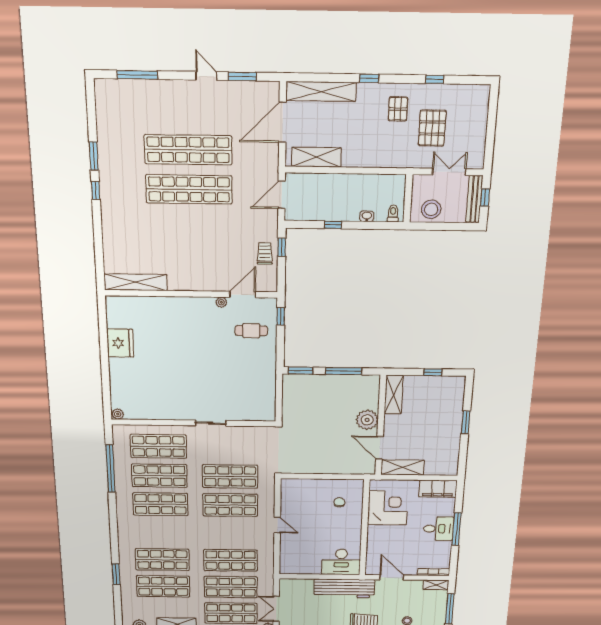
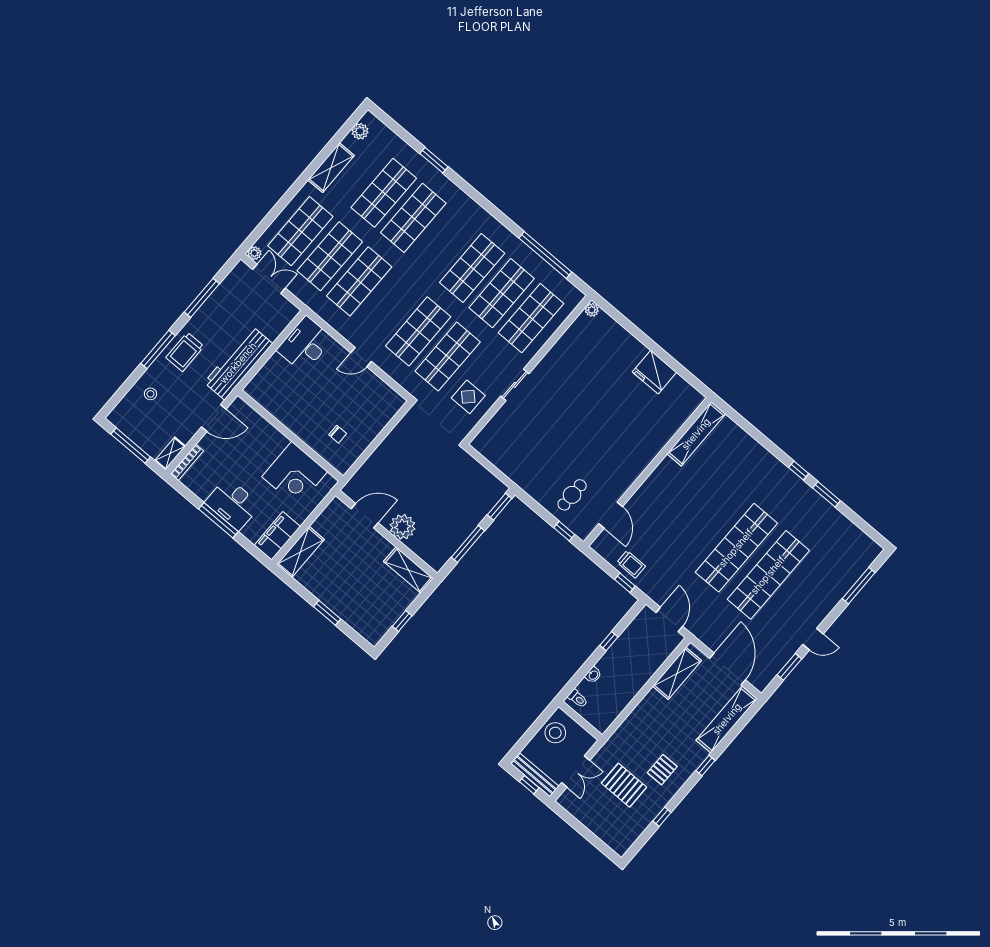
pallet: (398, 109) -> (662, 770), turned 90
plant: (221, 302) -> (619, 491), removed
display table: (245, 445) -> (468, 397), added
shelving: (403, 467) -> (301, 552), moved
desk: (438, 529) -> (233, 504), width x1.37
desk: (341, 562) -> (305, 344), moved

